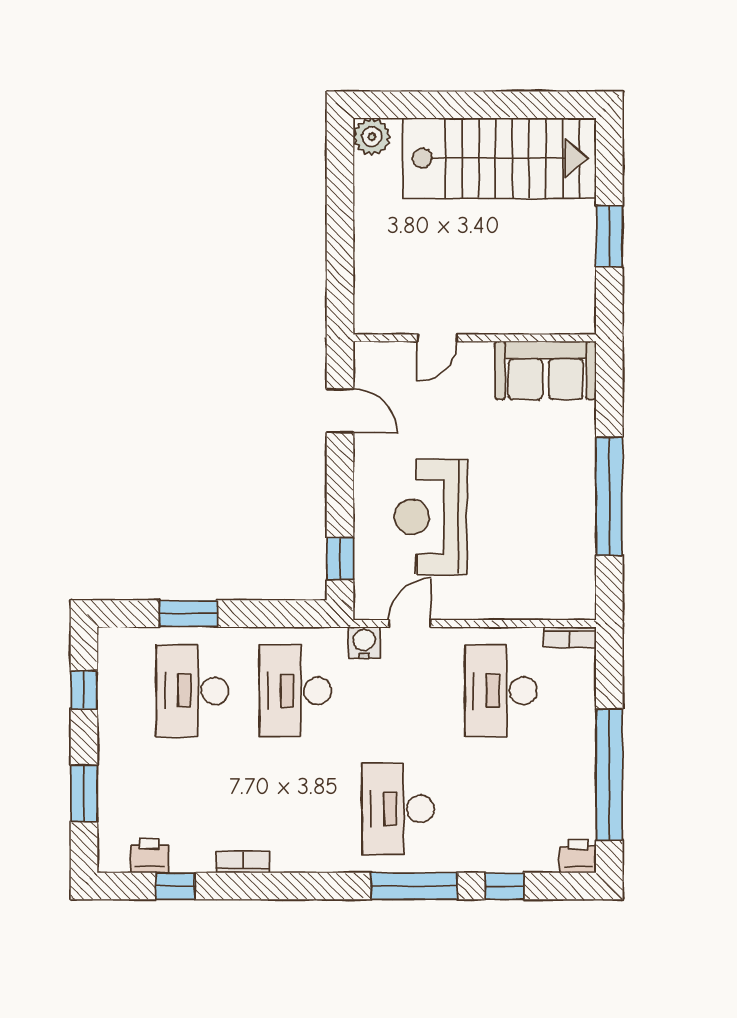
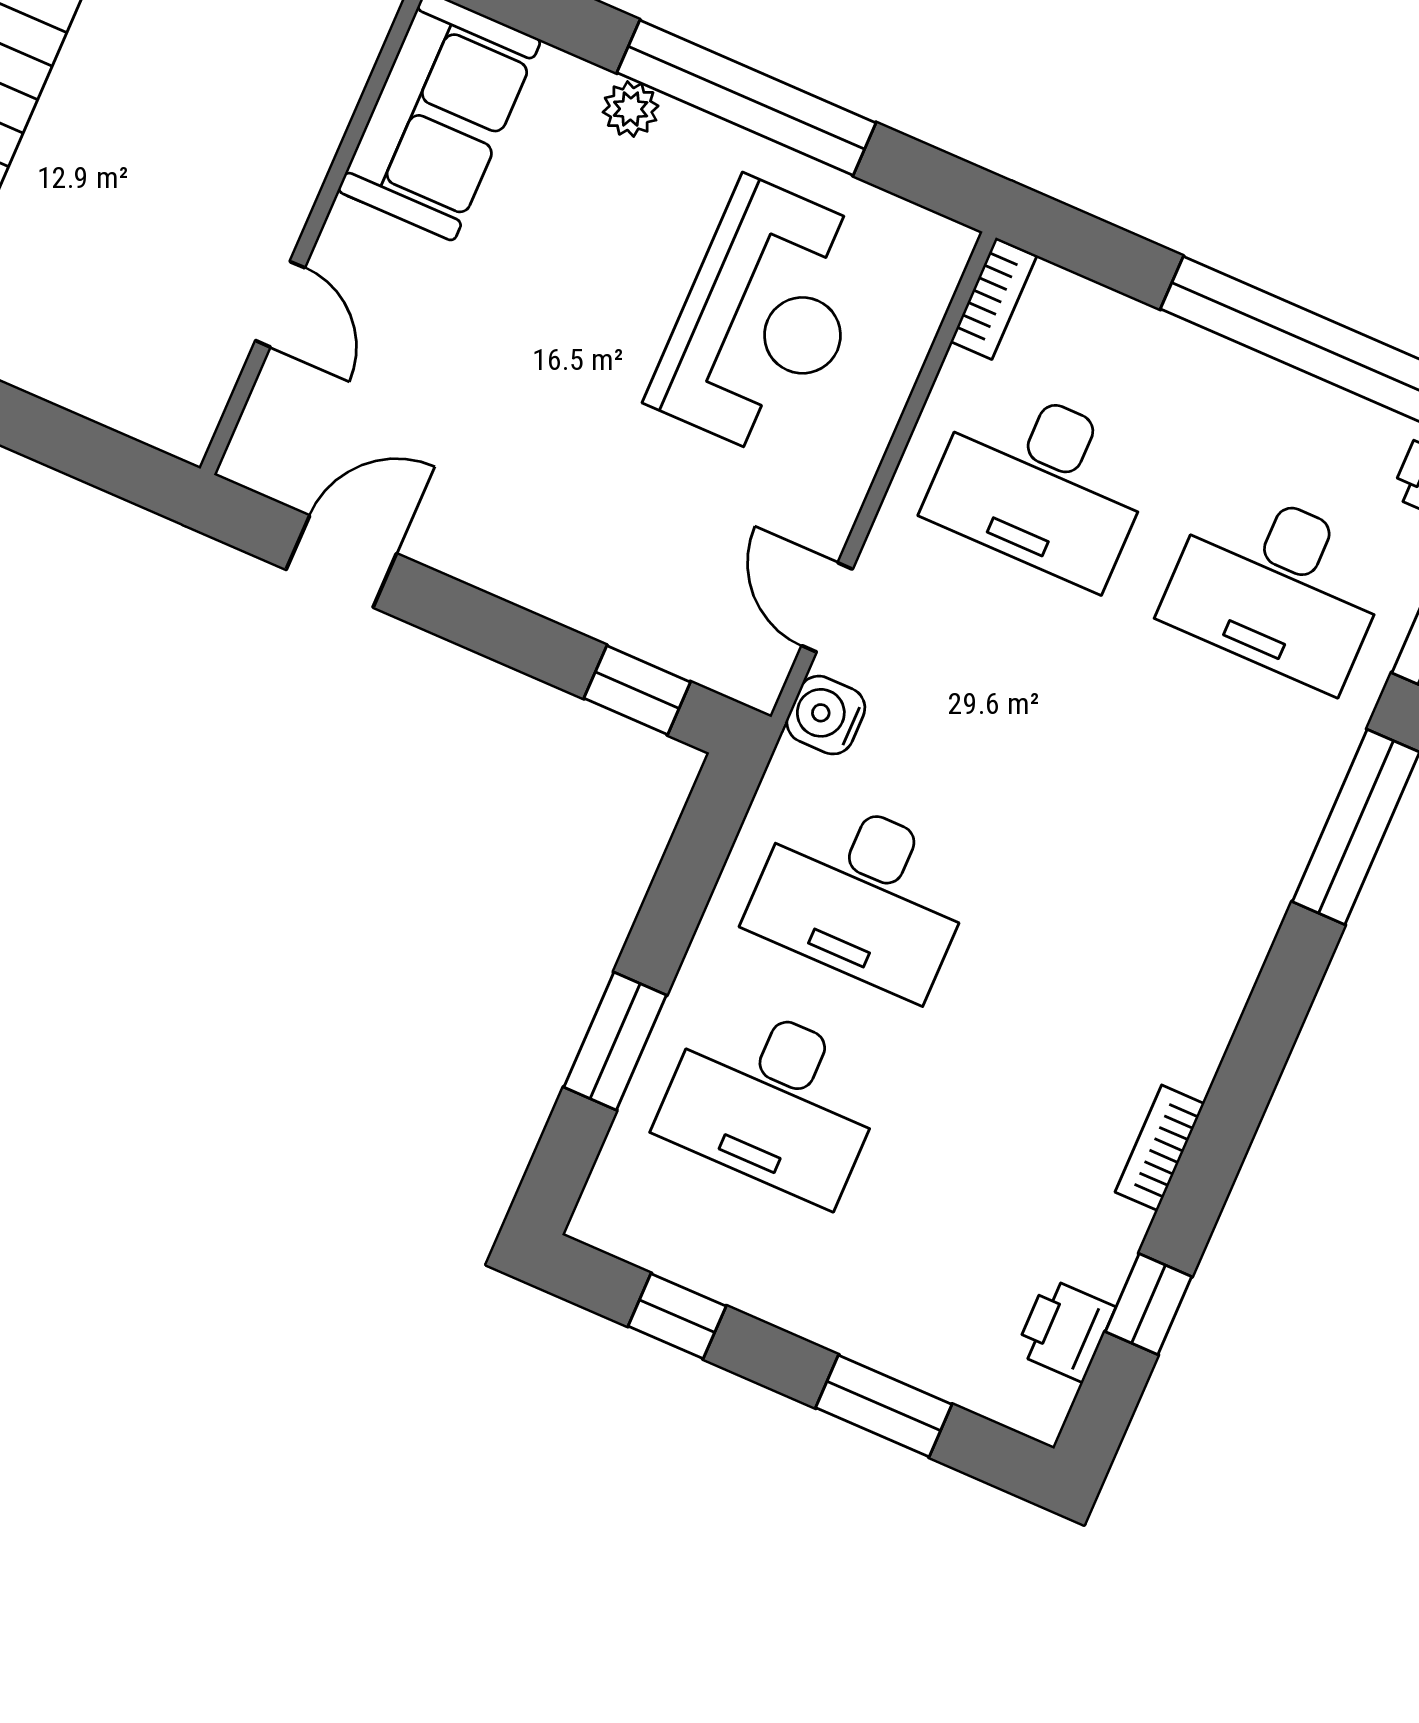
plant: (583, 450) -> (631, 109), added
reception desk: (431, 517) -> (765, 319), moved, turned -90
desk: (398, 809) -> (1277, 586), moved

